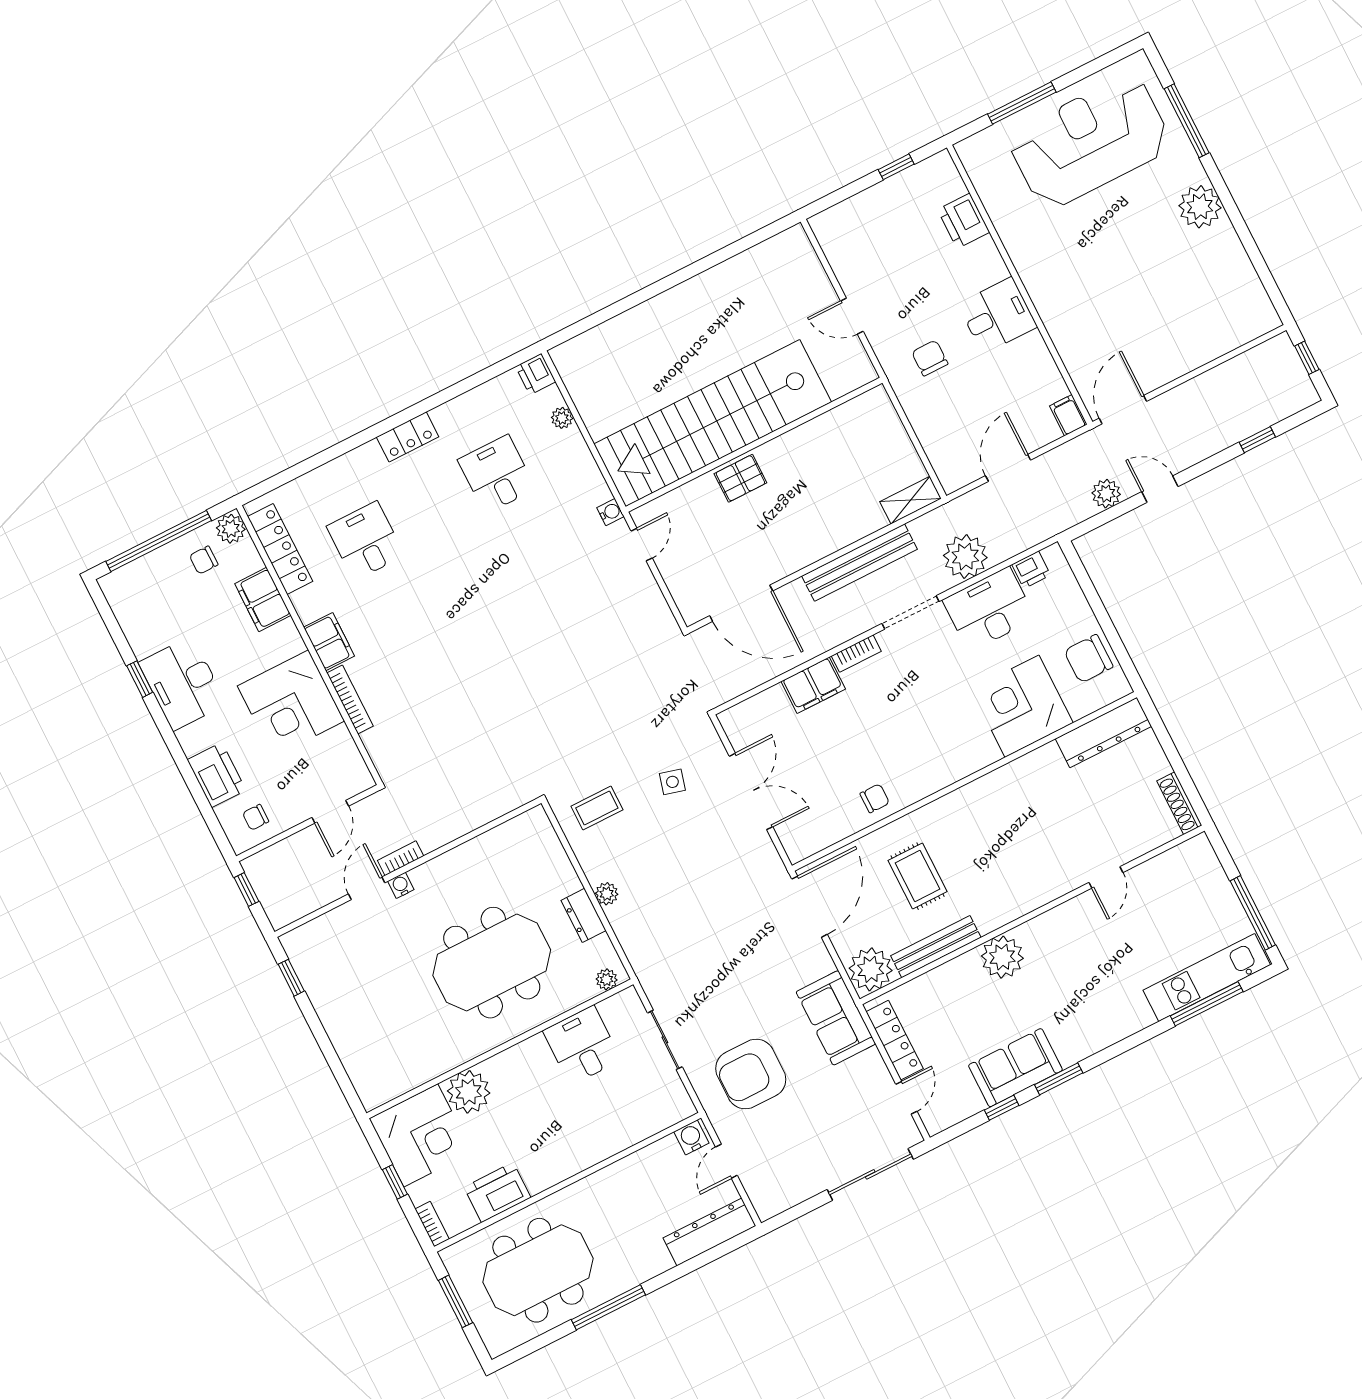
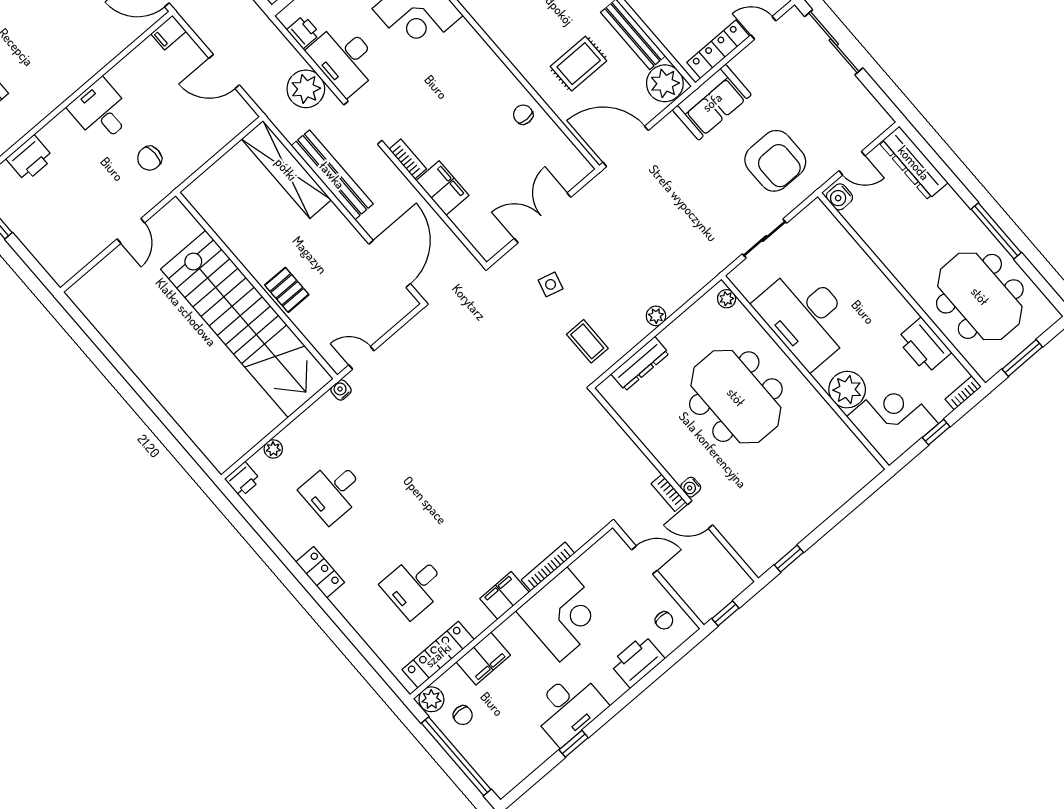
shelving: (910, 500) -> (286, 169), width x2.20, depth x1.33
dresser: (584, 915) -> (640, 364), moved, width x1.44
desk: (582, 1045) -> (806, 317), width x1.87, depth x1.30

